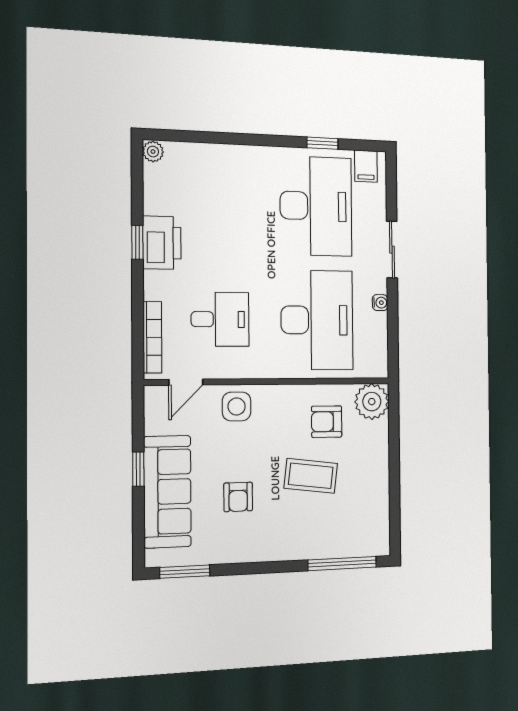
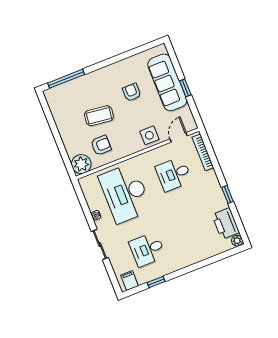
desk: (316, 206) -> (147, 249), width x0.53, depth x0.77
printer: (162, 243) -> (226, 224), moved
window: (185, 572) -> (144, 48), removed

